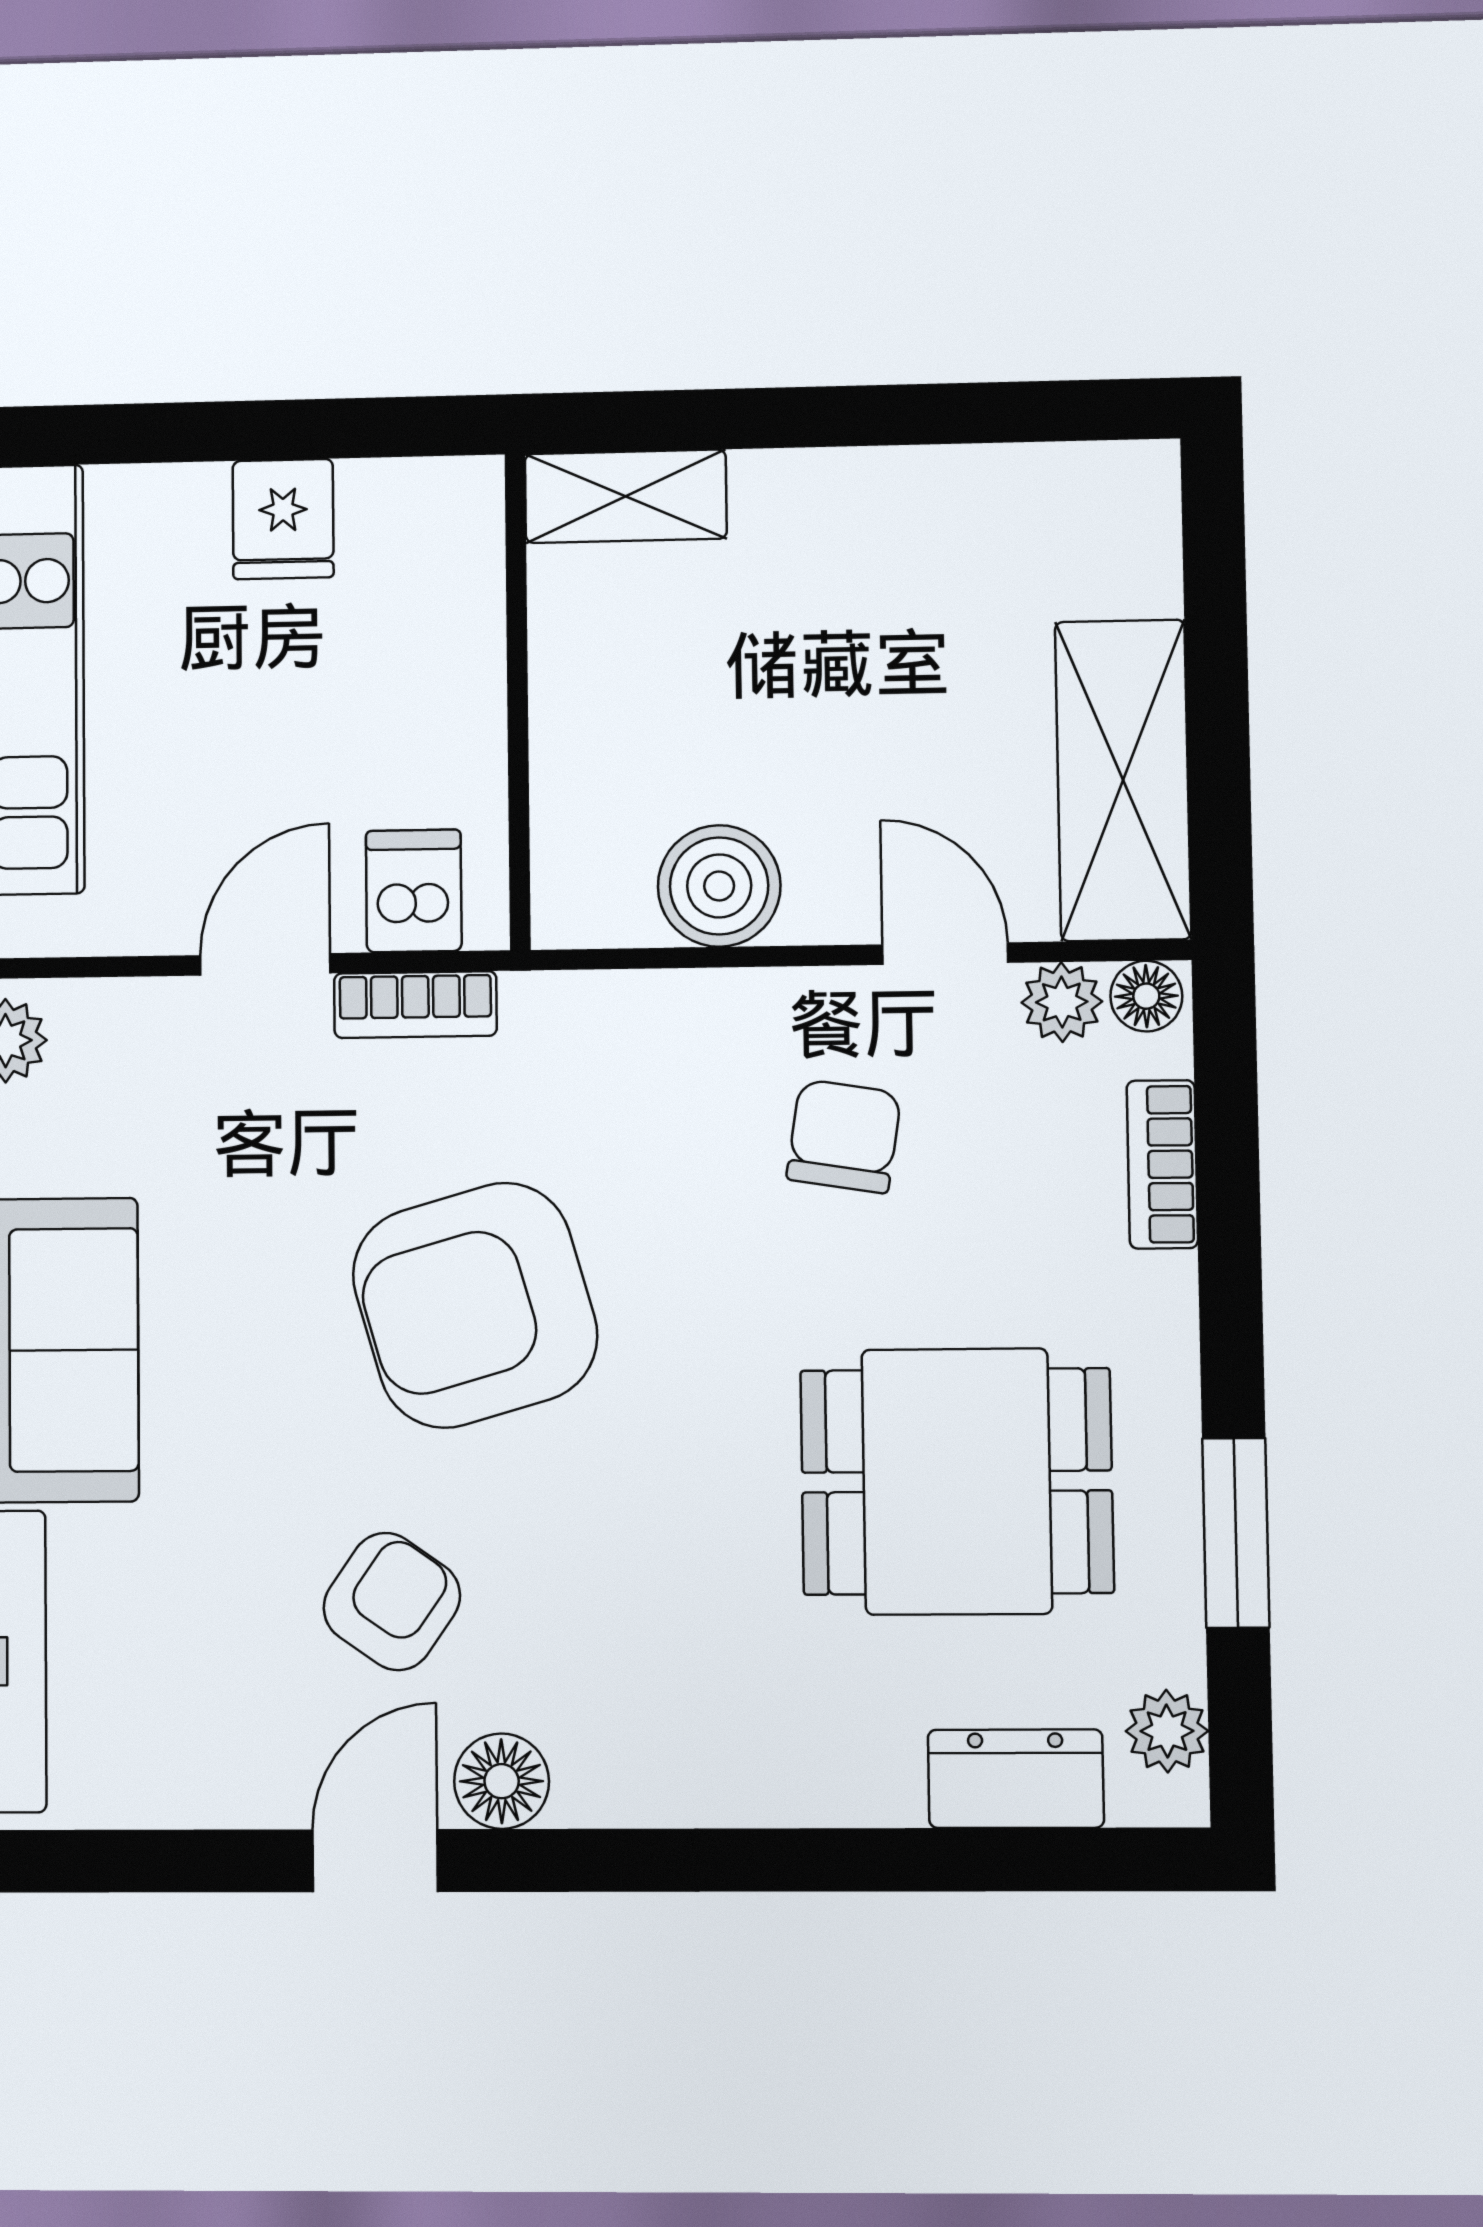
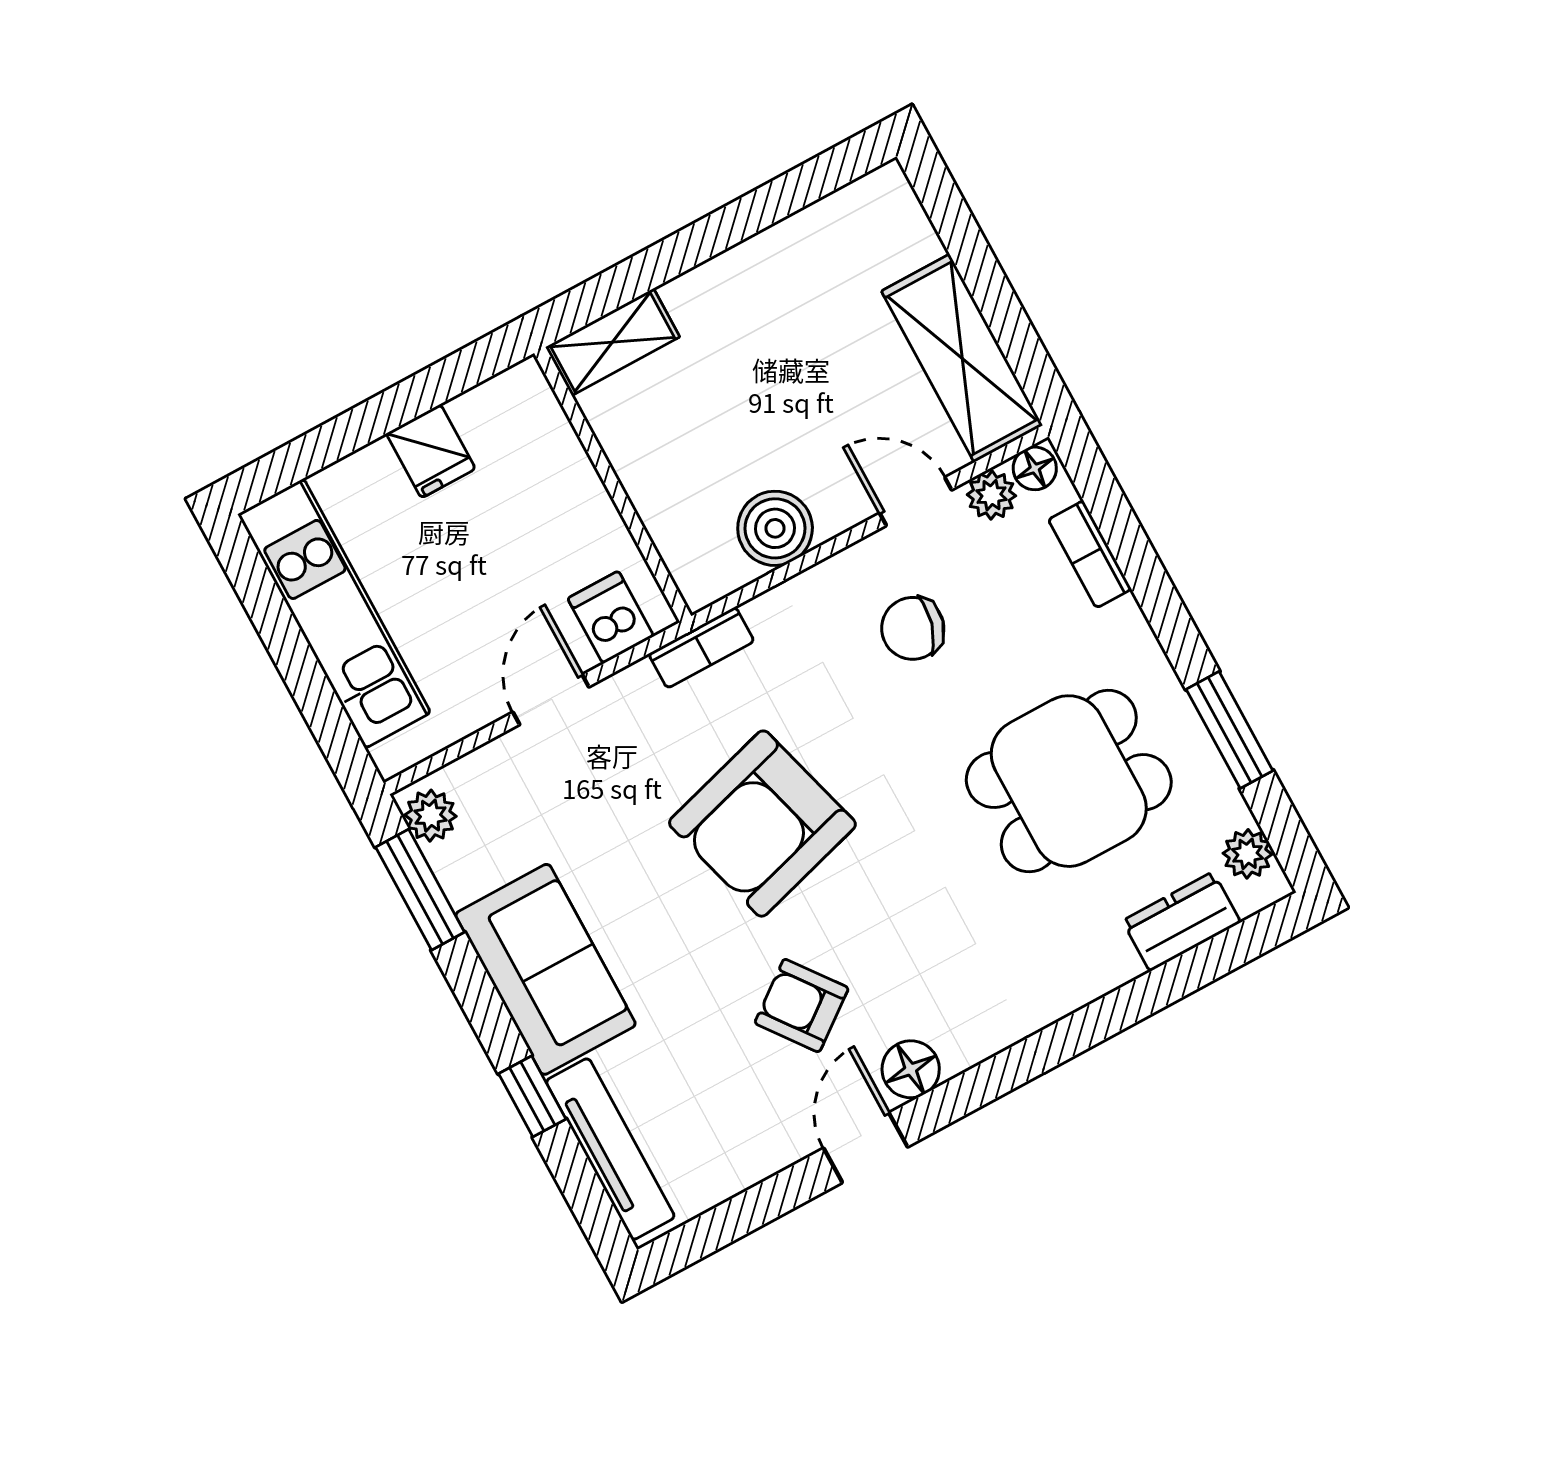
bookcase: (415, 1005) -> (701, 648), moved
chair: (844, 1136) -> (913, 628), turned -84
armchair: (392, 1601) -> (802, 1006), turned -72

